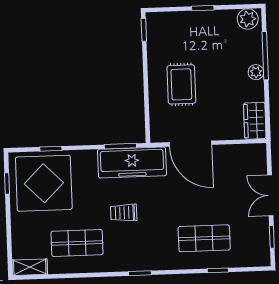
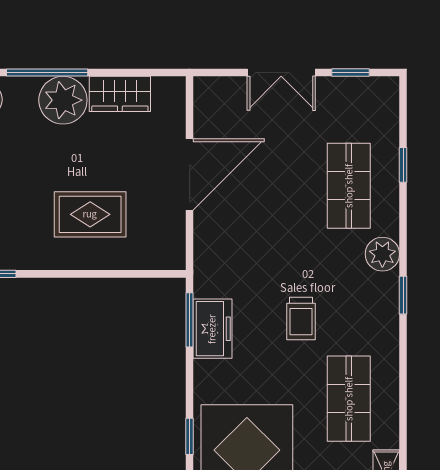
plant: (256, 72) -> (63, 100), width x1.87, depth x1.87
wardrobe: (255, 121) -> (120, 94), moved
door: (190, 144) -> (190, 174), moved
freezer: (132, 162) -> (212, 329), width x0.52, depth x0.79
plant: (164, 260) -> (382, 254), added

